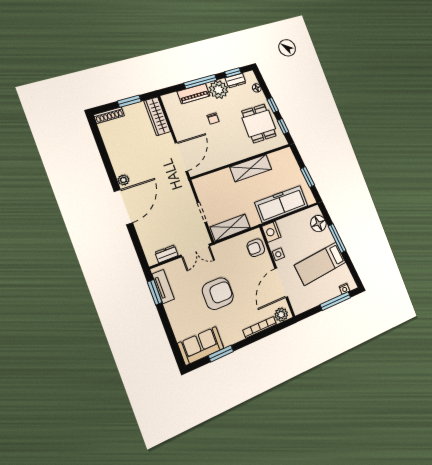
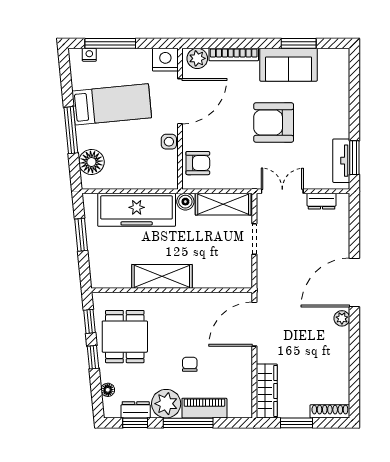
boiler: (254, 220) -> (185, 202), added
nightstand: (271, 232) -> (165, 60), moved, turned -90
sofa: (201, 346) -> (289, 65), moved

